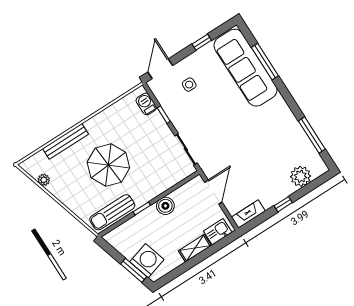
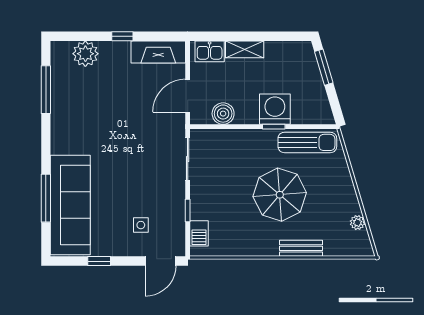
bench: (66, 141) -> (301, 248), width x0.73
boiler: (165, 206) -> (223, 114), moved
fireplace: (248, 214) -> (158, 52), width x1.37, depth x1.32
washing machine: (147, 261) -> (275, 109), moved, turned 107

